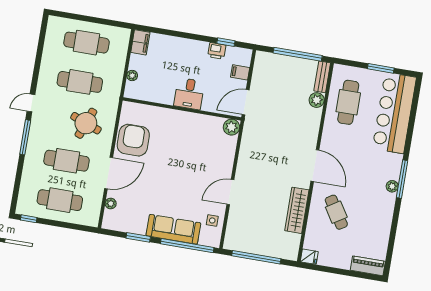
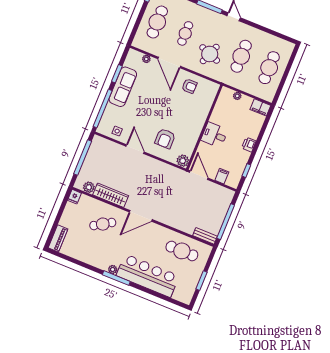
printer: (217, 51) -> (249, 145), moved
plant: (317, 100) -> (89, 187), moved
bar counter: (394, 113) -> (148, 276), moved
armchair: (133, 140) -> (189, 86), width x0.53, depth x0.53
armchair: (208, 156) -> (165, 138), added
cafe table: (66, 161) -> (185, 33), width x0.73, depth x0.74
sofa: (173, 229) -> (123, 87), moved

